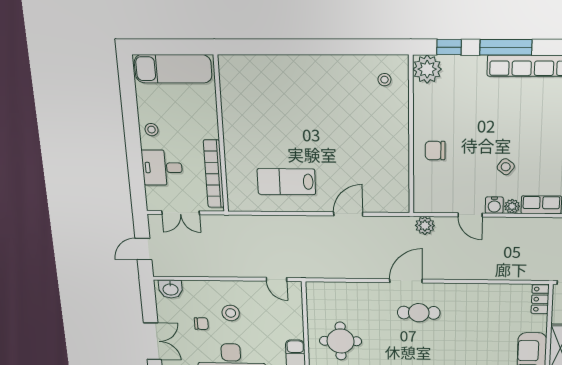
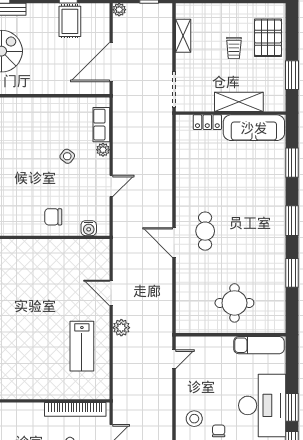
chair: (435, 150) -> (53, 217), turned 90
water cooler: (494, 205) -> (89, 228), moved, turned 90
plant: (425, 226) -> (121, 328), moved
locker: (540, 299) -> (207, 122), moved
stool: (231, 313) -> (194, 419), moved

